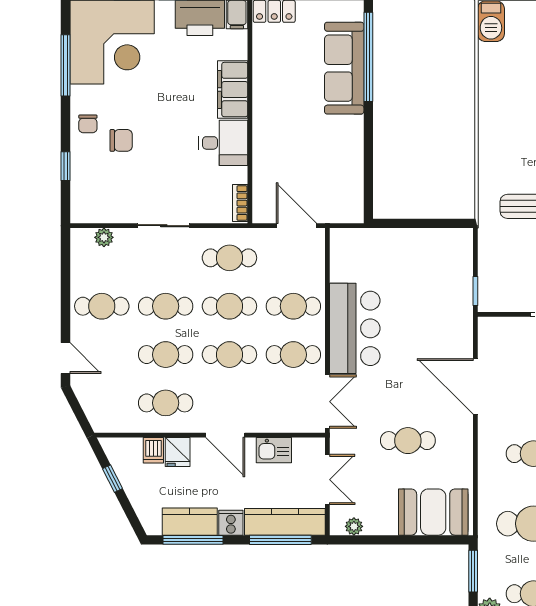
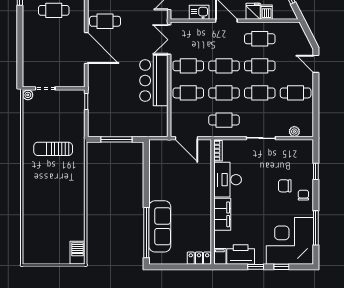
desk: (223, 143) -> (228, 180), width x1.37
window: (422, 223) -> (116, 139), added
cafe table: (408, 441) -> (105, 21), moved

